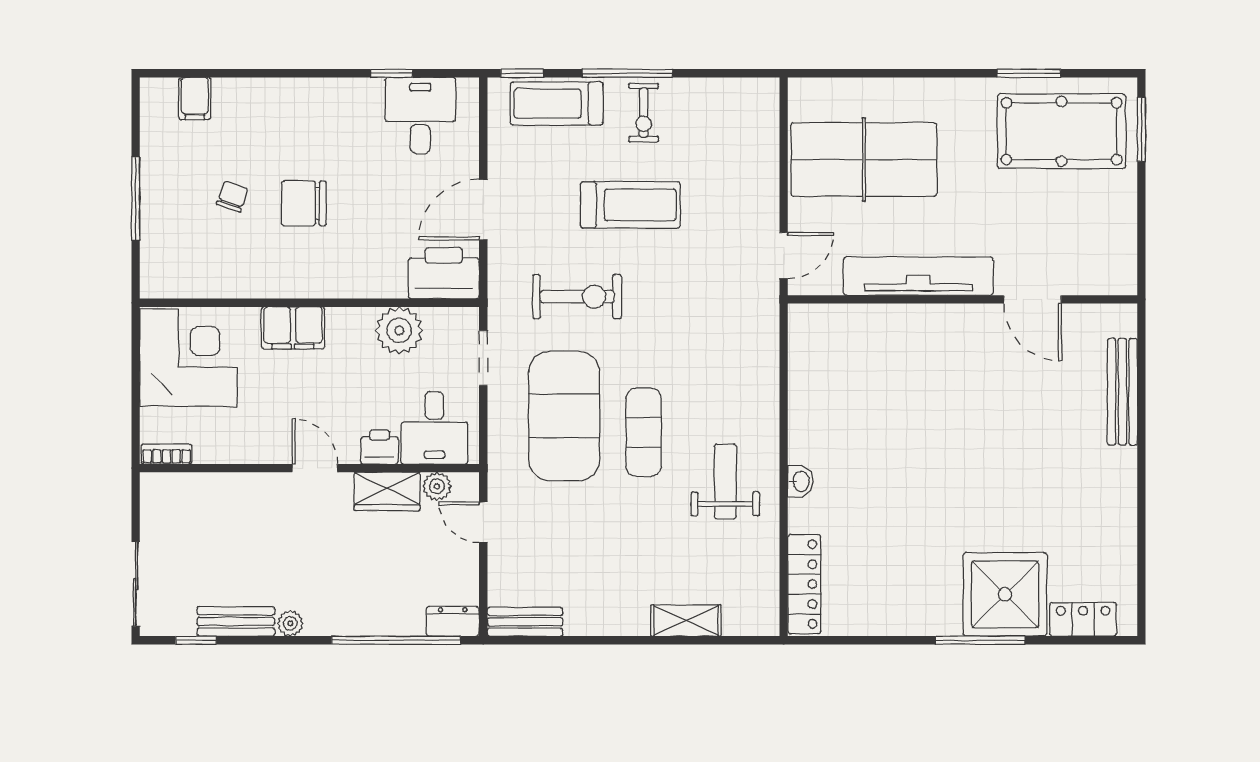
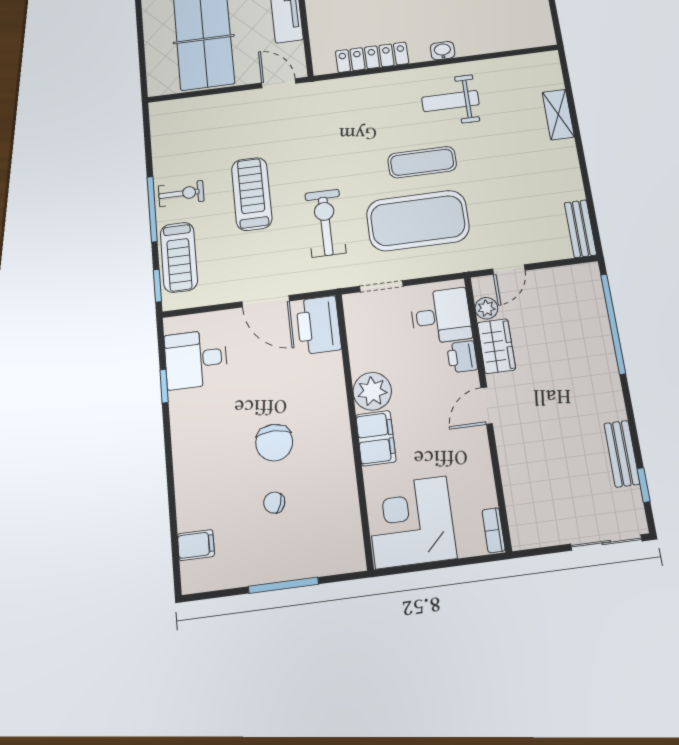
plant: (399, 330) -> (372, 391), moved
locker: (804, 584) -> (372, 57), moved
dresser: (453, 621) -> (590, 282), removed
plant: (290, 623) -> (615, 409), removed

